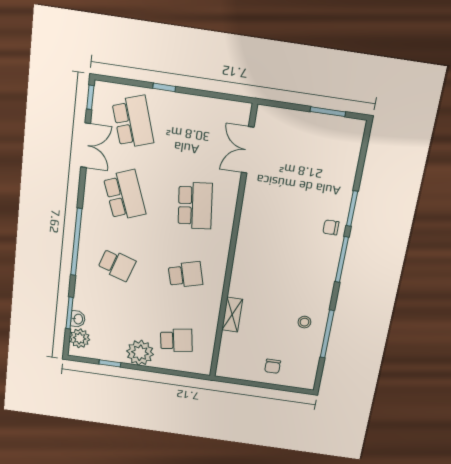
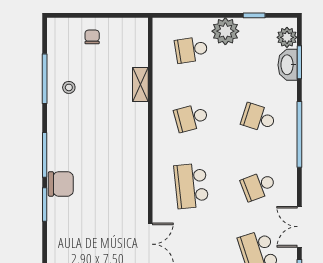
school desk: (125, 195) -> (258, 186), width x0.54
chair: (331, 227) -> (61, 184), width x1.87, depth x1.87
washbasin: (78, 319) -> (288, 65), width x1.91, depth x1.45

